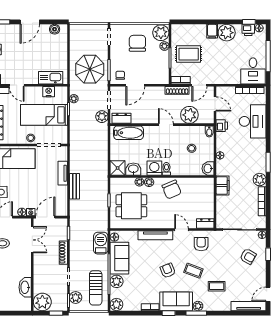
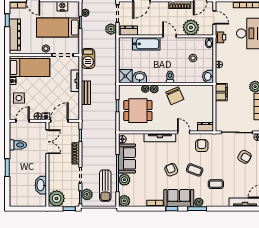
bathtub: (129, 133) -> (146, 44), moved
washing machine: (154, 168) -> (159, 76), removed
barbecue: (101, 243) -> (88, 58), moved, turned 180

